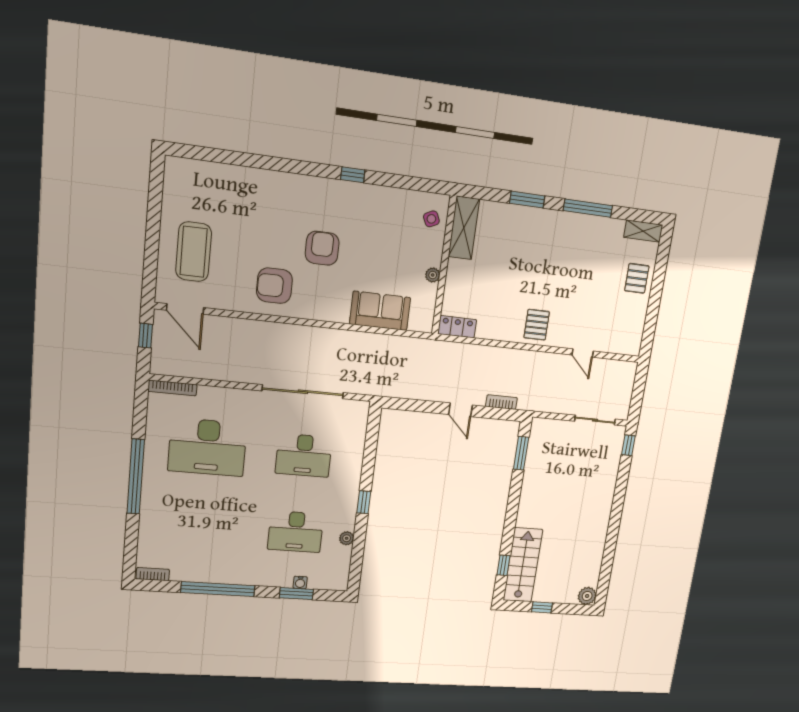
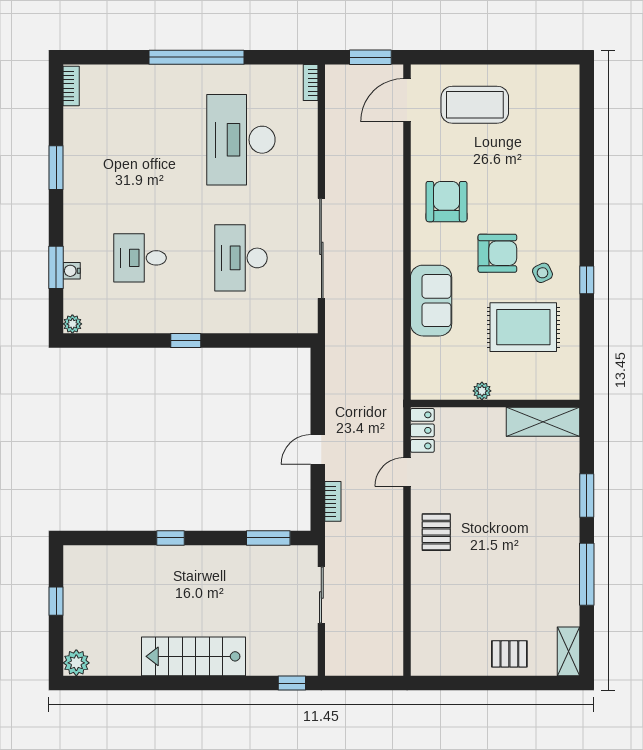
side table: (431, 219) -> (542, 273), moved
rug: (386, 234) -> (523, 327), added
sofa: (380, 311) -> (431, 301), moved
pallet: (537, 325) -> (436, 532), turned 90
window: (145, 336) -> (370, 57), width x1.50
door: (583, 353) -> (407, 472), moved
bookcase: (172, 388) -> (311, 82), width x0.64
sliding door: (595, 420) -> (321, 595), moved
desk: (296, 532) -> (140, 258), width x0.73
plant: (347, 538) -> (72, 324), moved
window: (503, 565) -> (171, 538), moved
stairs: (523, 565) -> (194, 656), moved, turned 180
window: (218, 589) -> (56, 168), width x0.47

